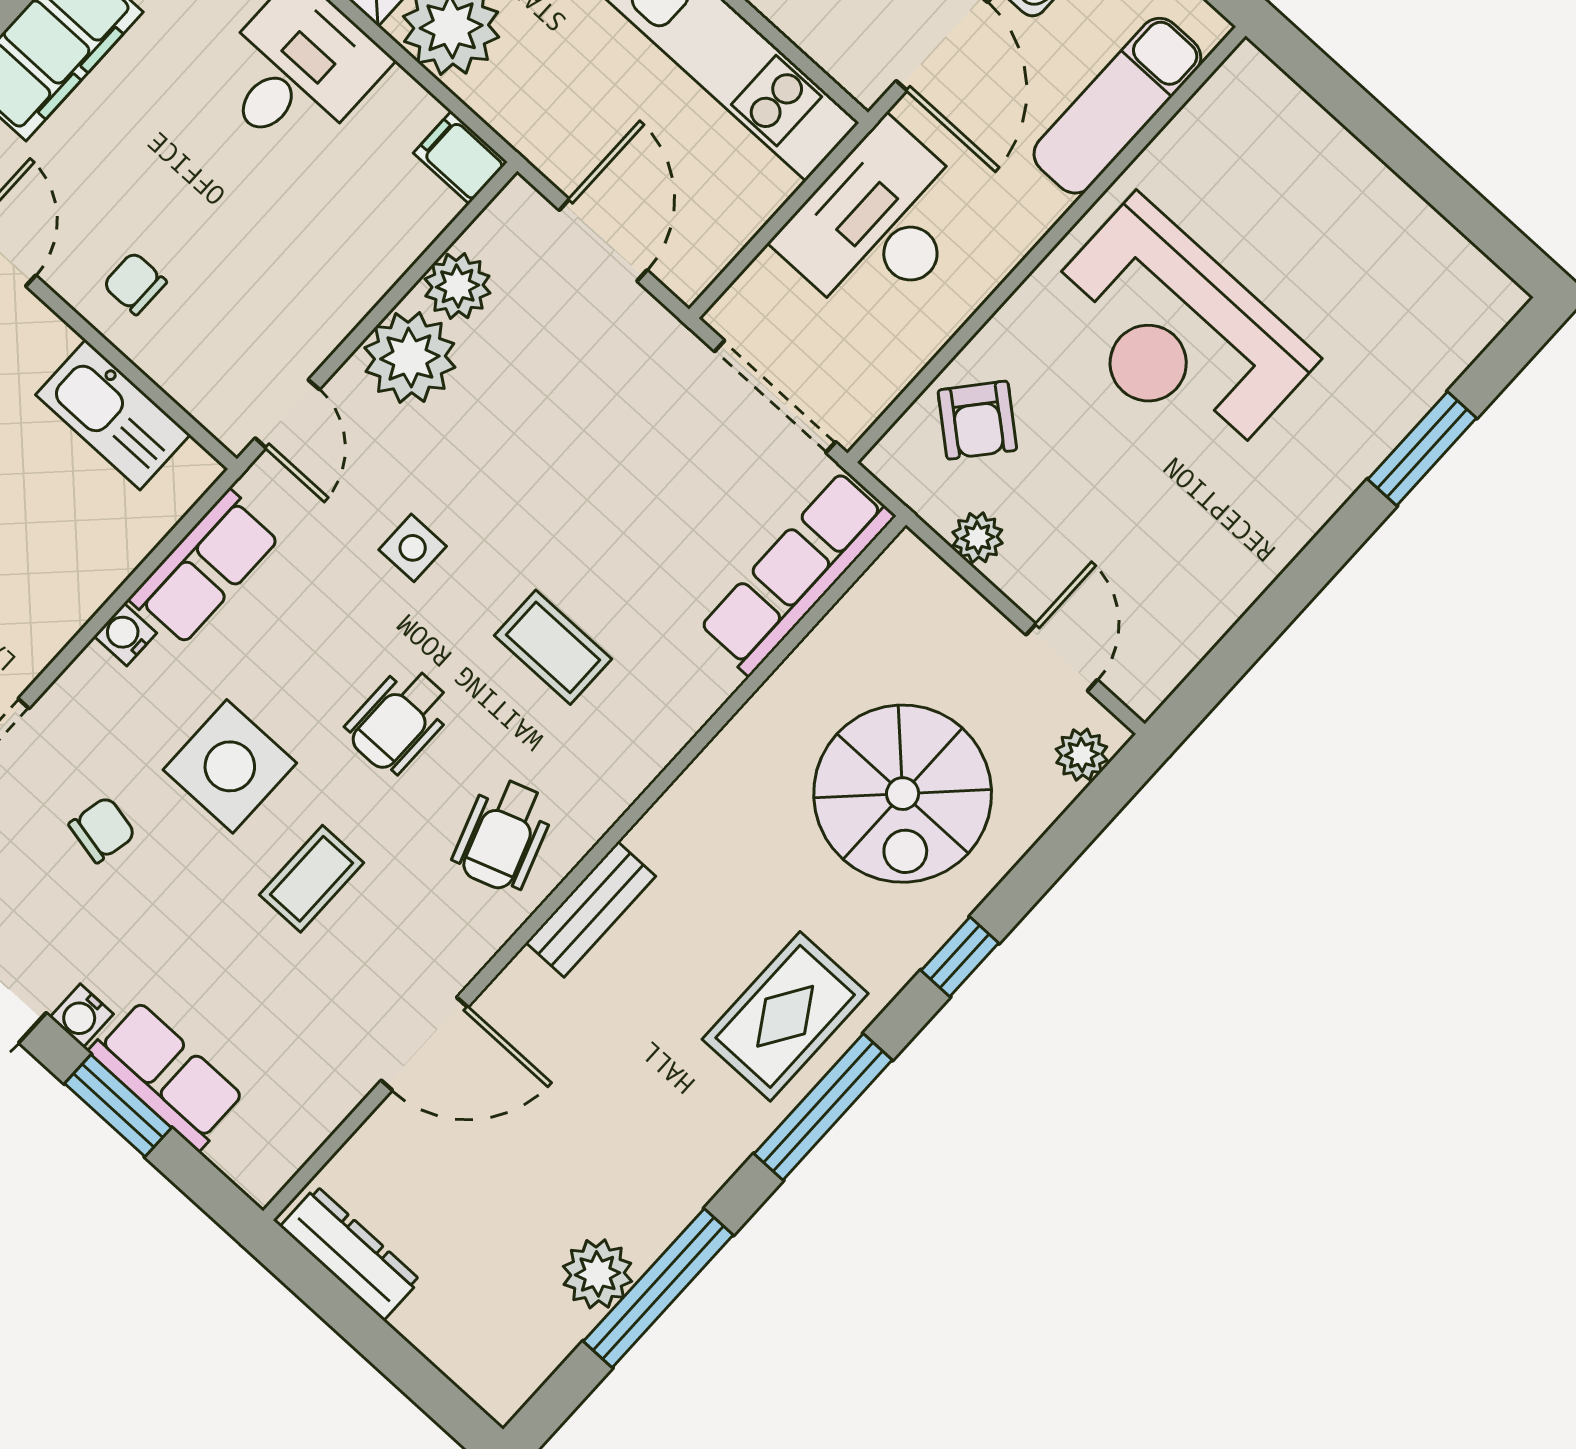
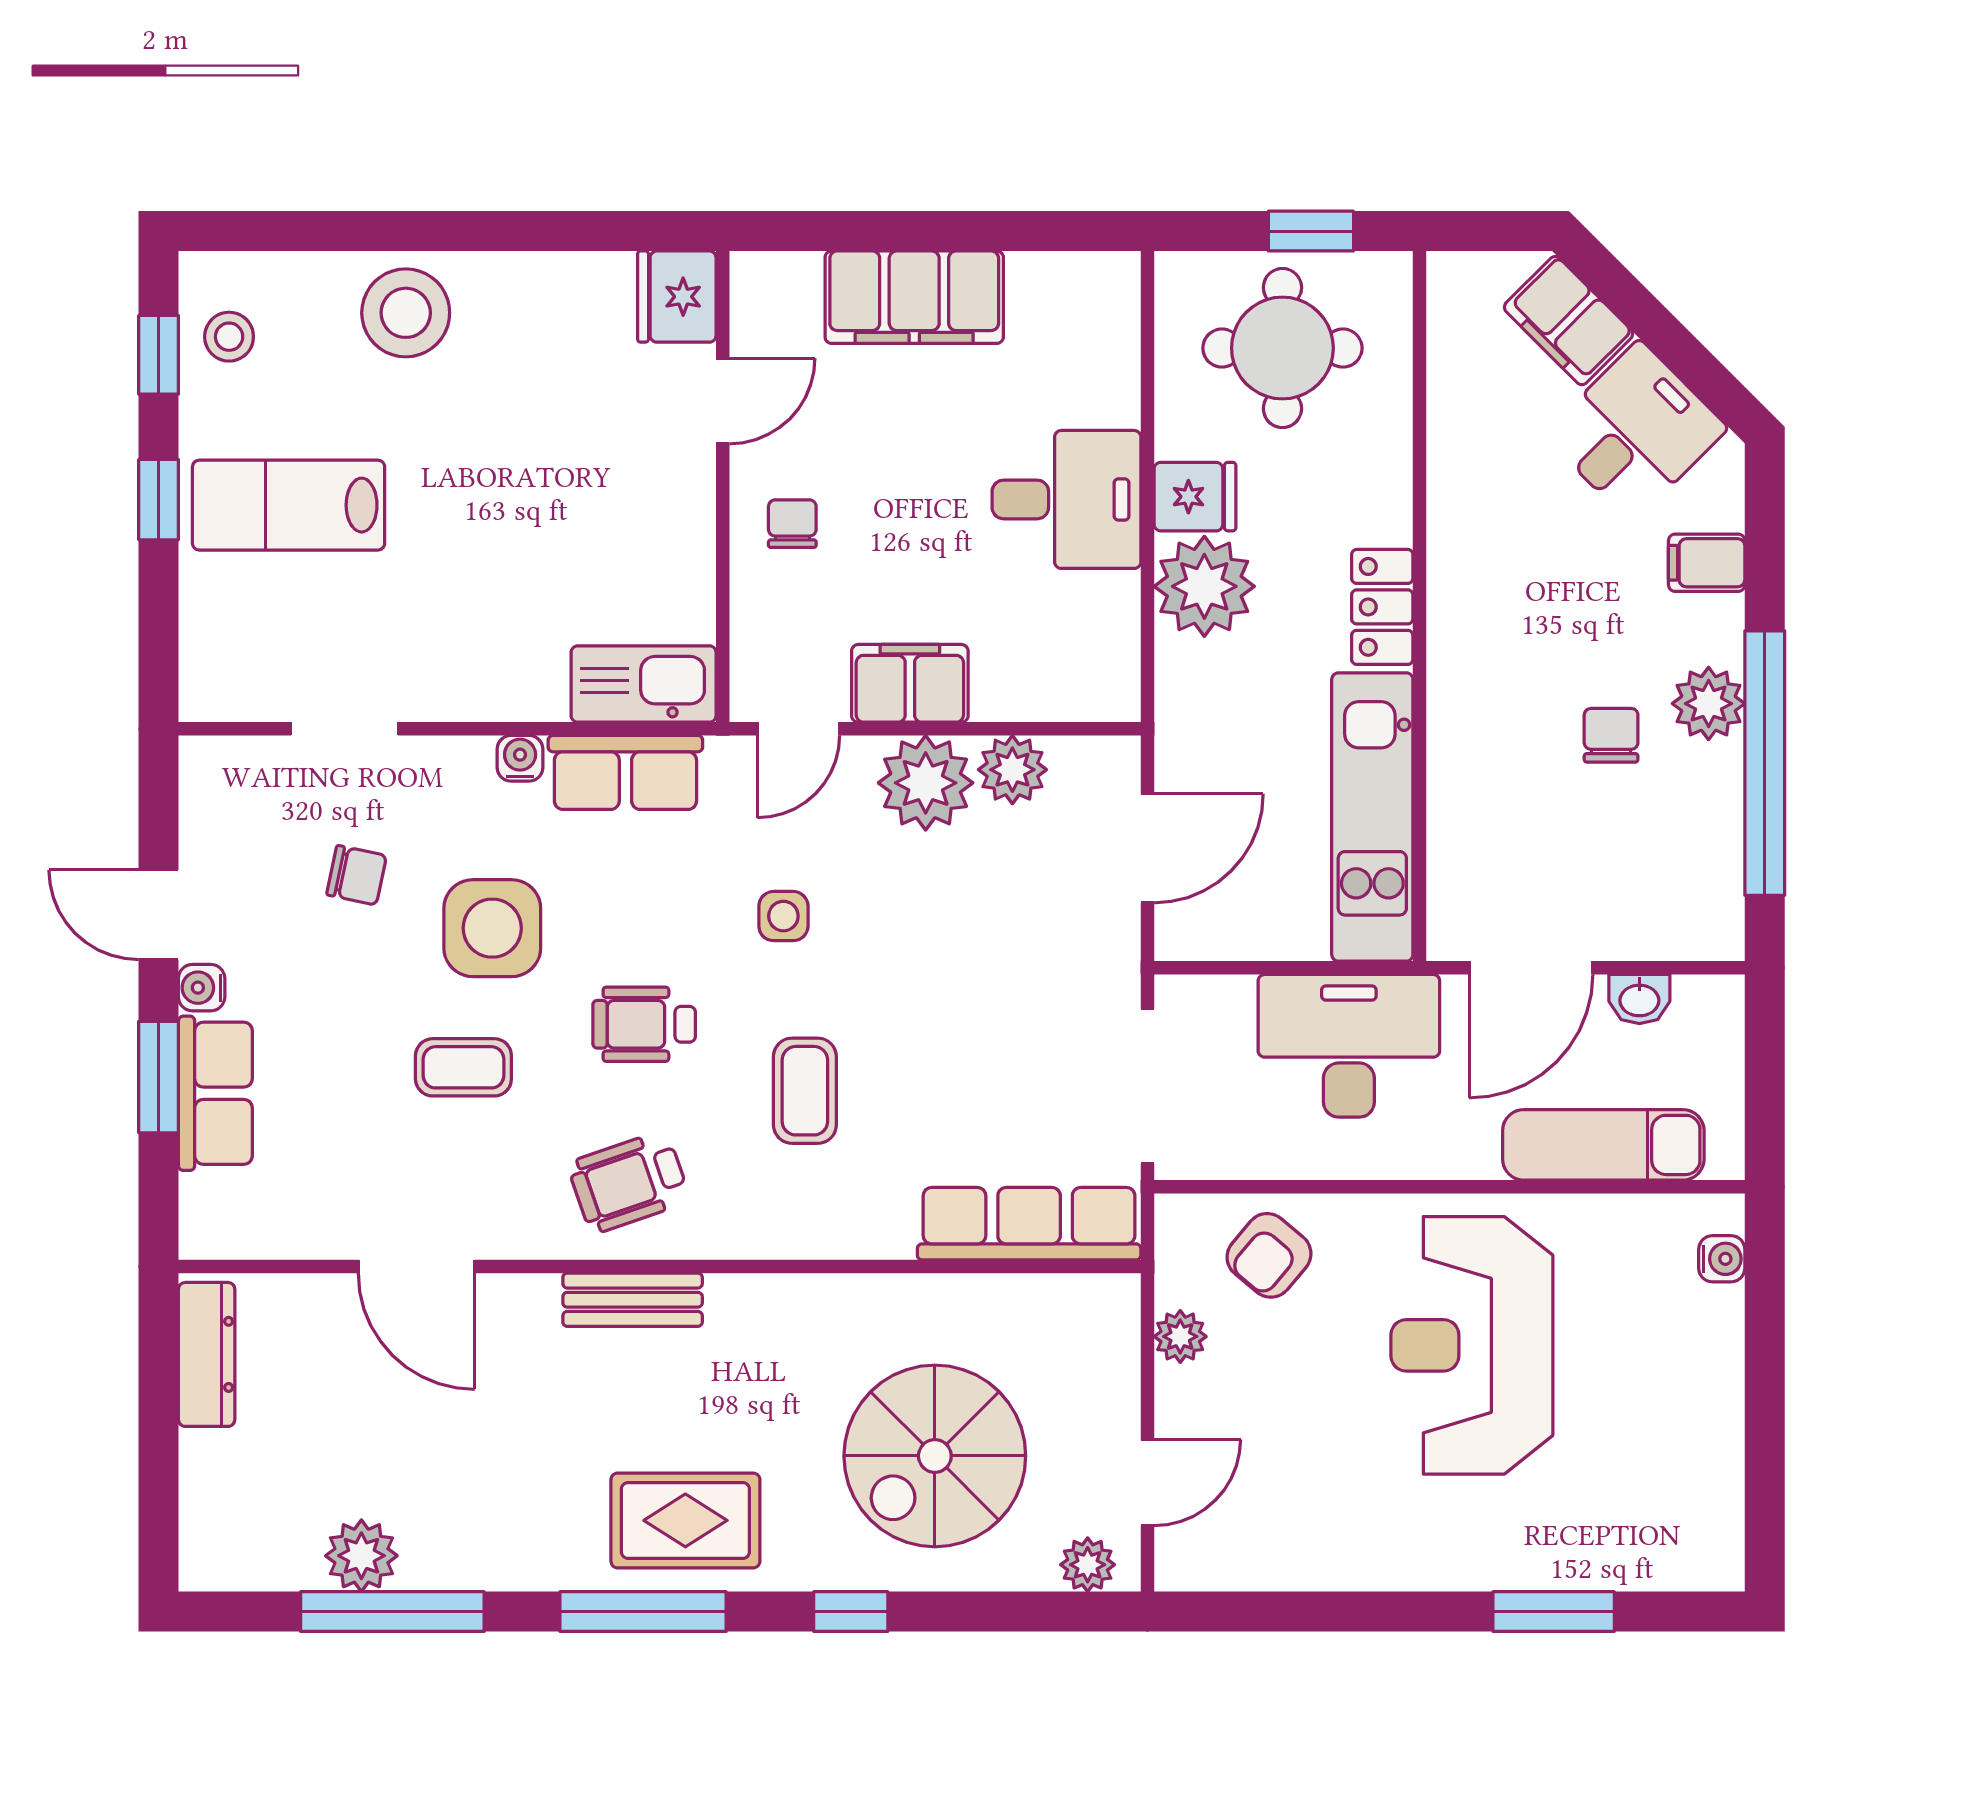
water cooler: (1278, 95) -> (1722, 1259), added
filing cabinet: (460, 157) -> (910, 683), moved, width x2.00
kitchen sink: (113, 415) -> (644, 684), moved, turned 90

